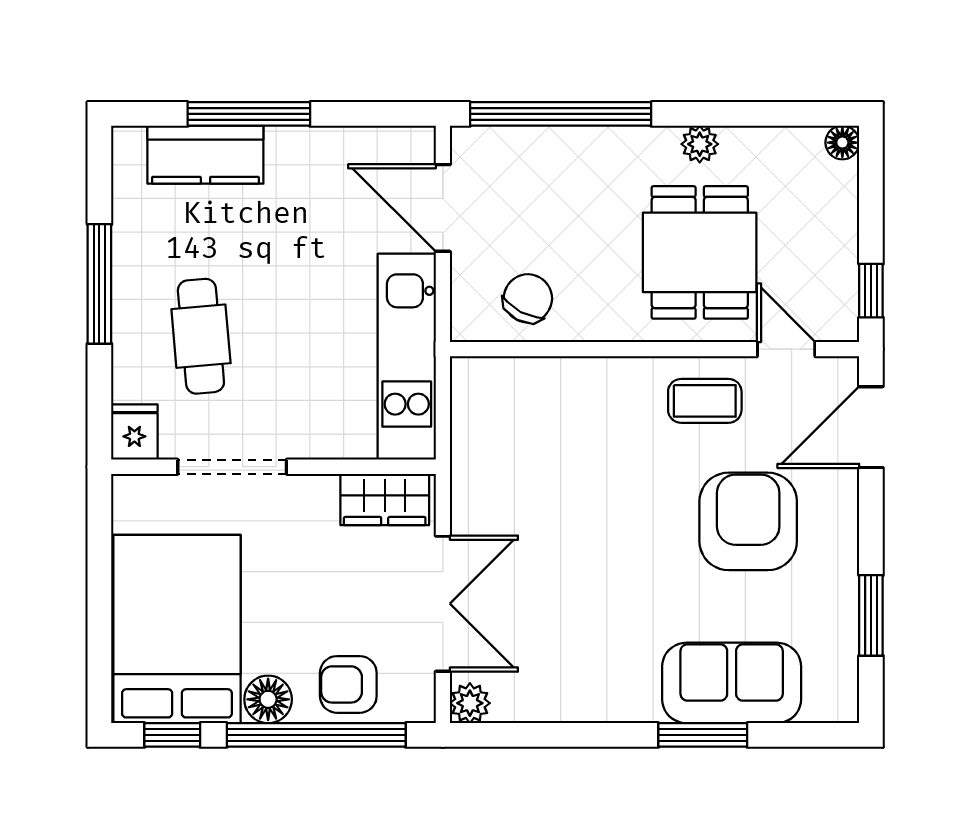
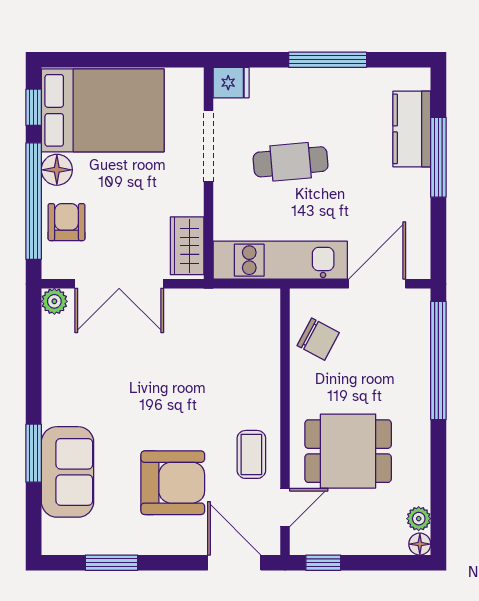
plant: (700, 144) -> (419, 519), moved
cafe table: (201, 336) -> (291, 162), moved

